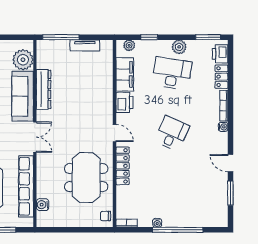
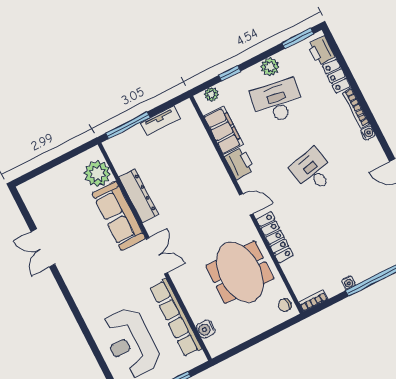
desk: (172, 134) -> (313, 171), turned -36

